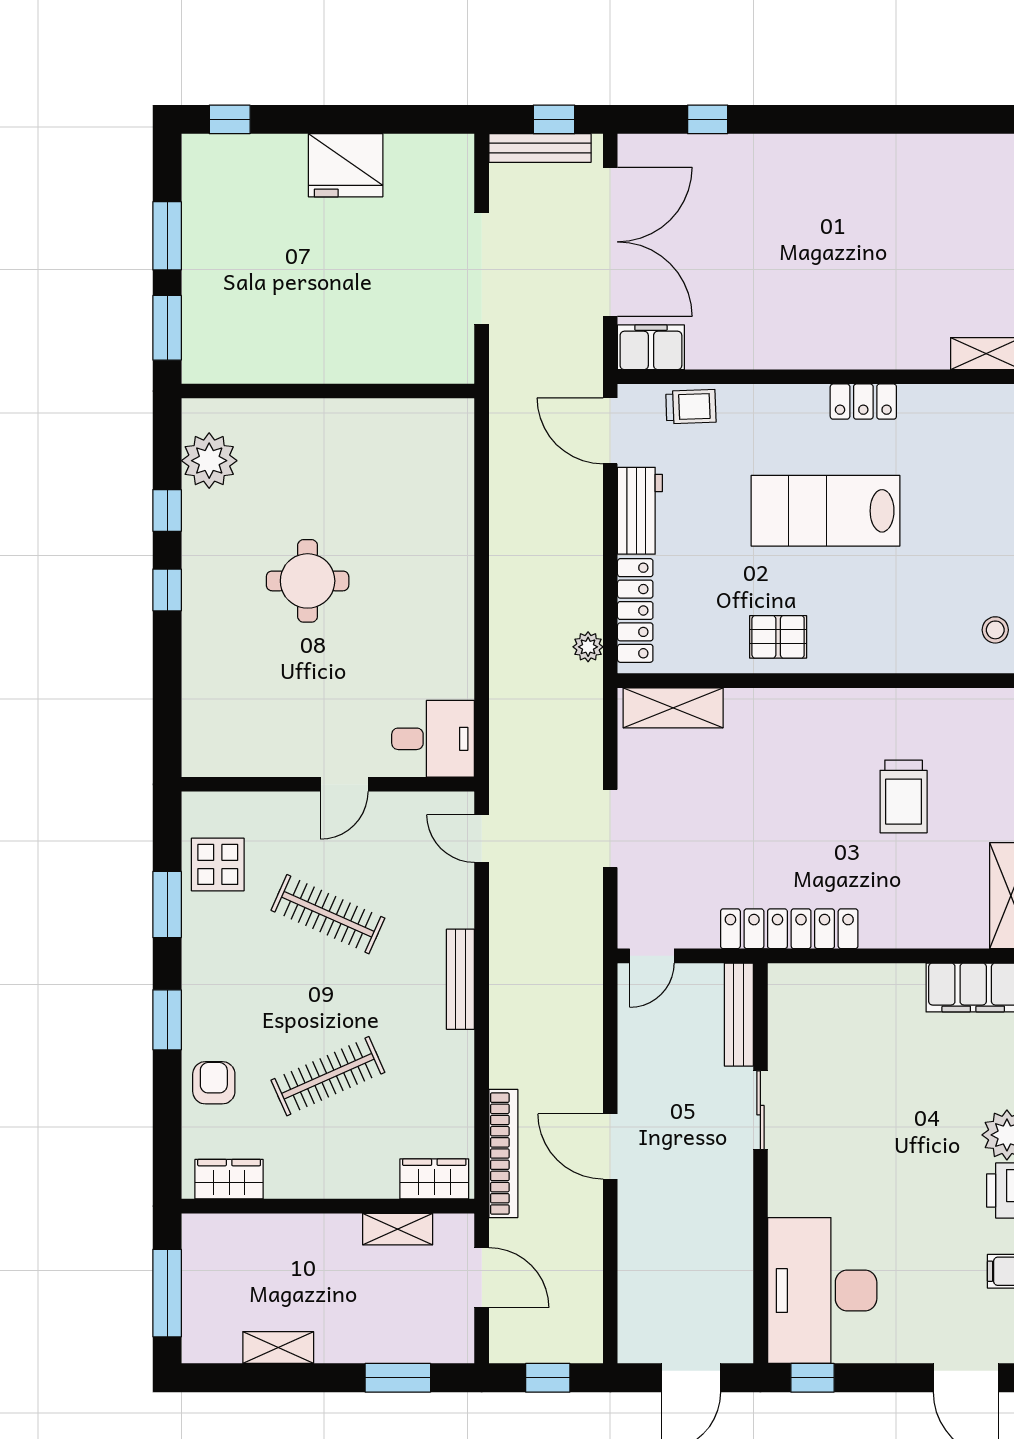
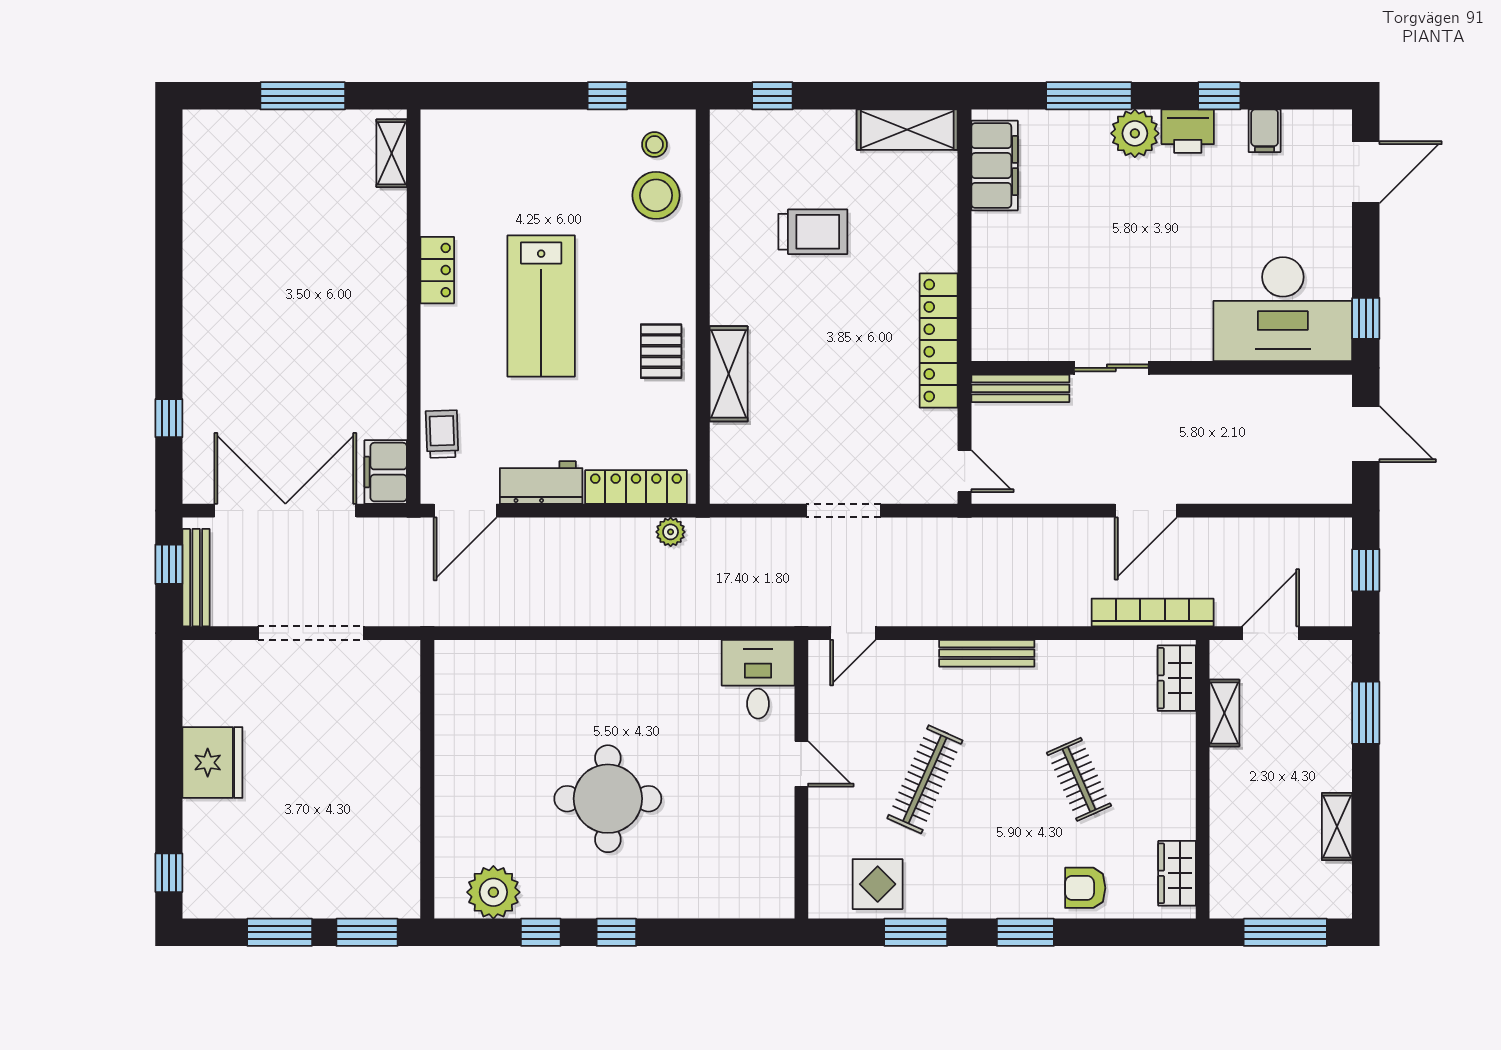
round table: (308, 581) -> (608, 799), width x1.36, depth x1.36
stool: (942, 632) -> (656, 195), added
shelving: (673, 708) -> (729, 374), moved
clothes rail: (328, 1076) -> (1079, 779), width x0.73

